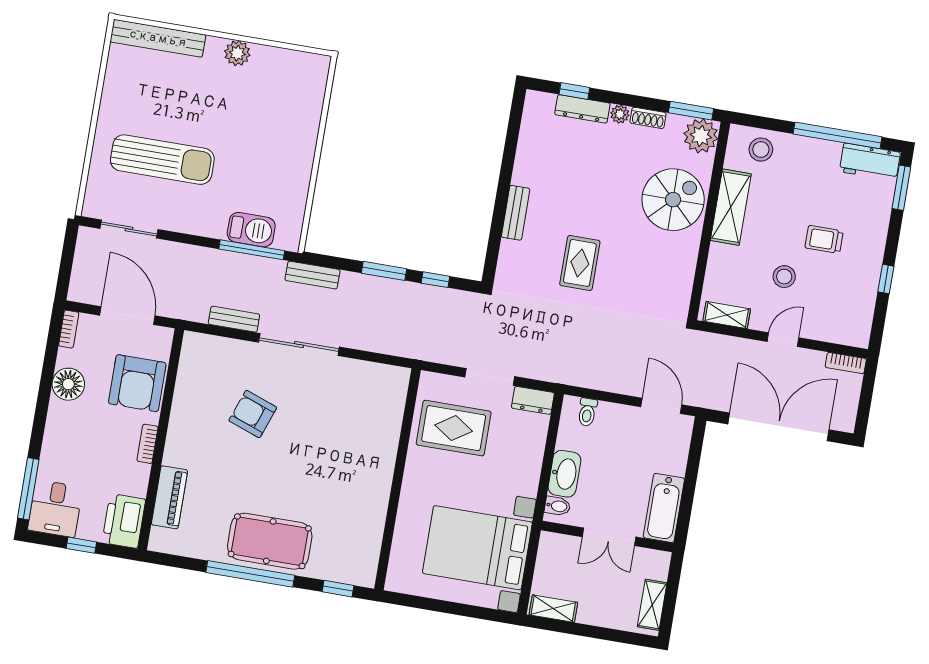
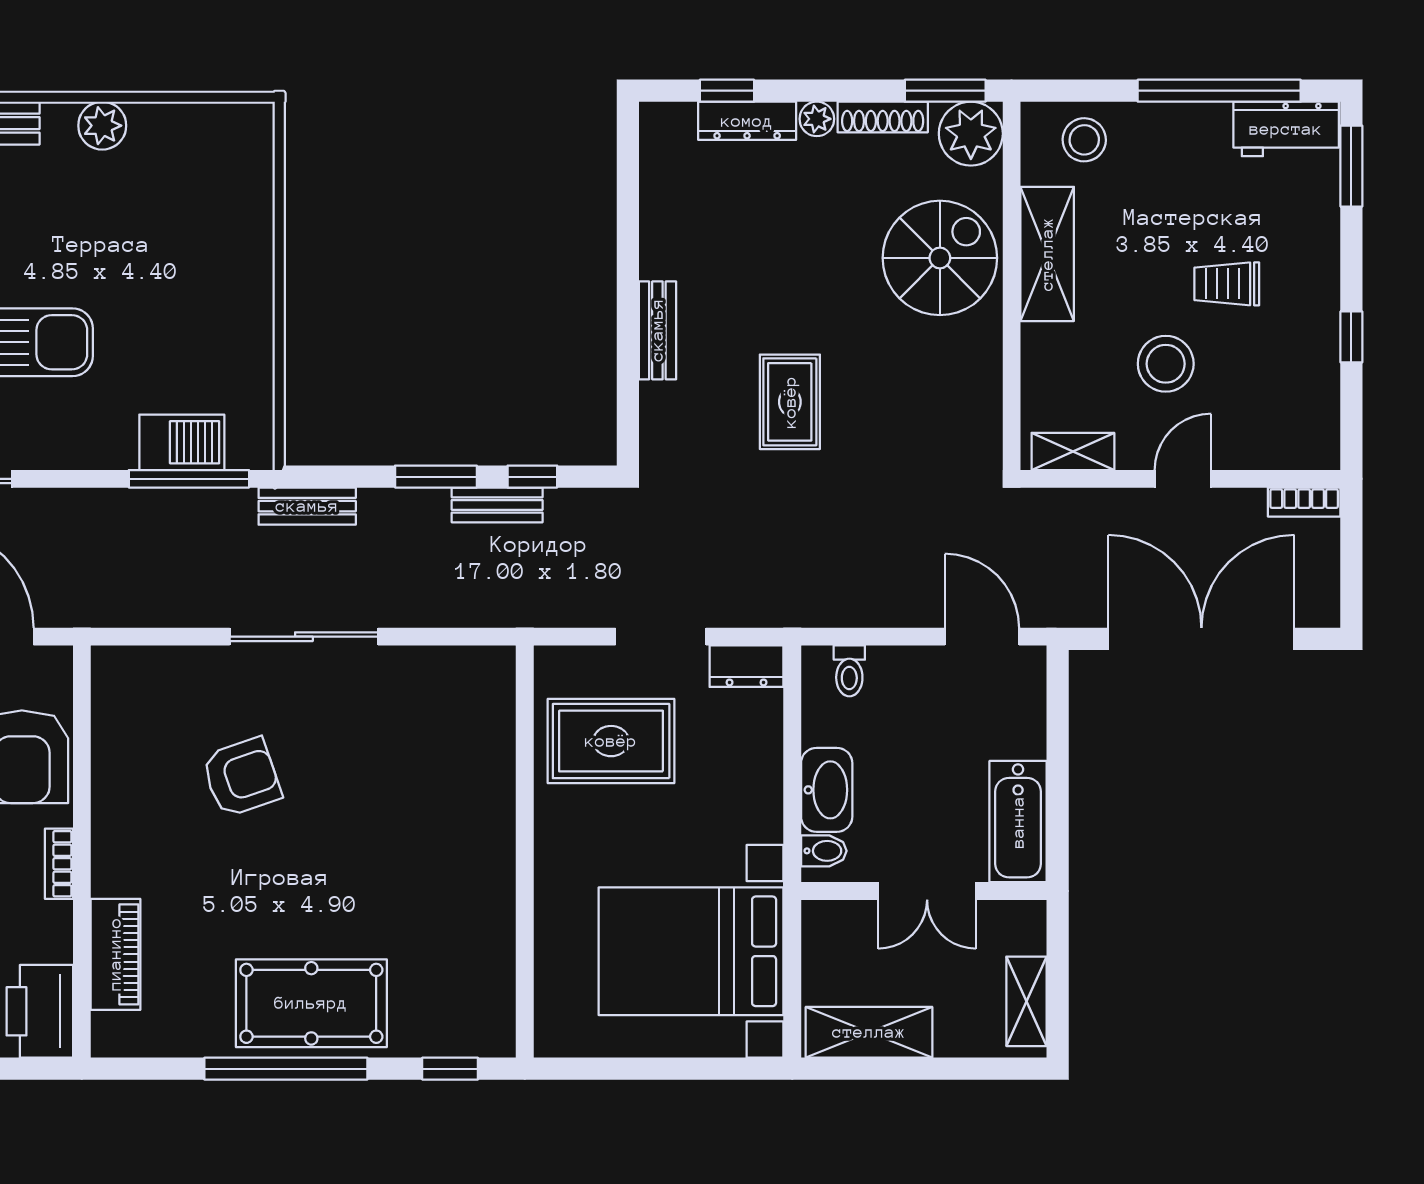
shoe rack: (648, 118) -> (883, 117), width x1.43
stool: (784, 277) -> (1166, 364), width x1.38, depth x1.38
bench: (234, 319) -> (497, 505), moved
armchair: (253, 414) -> (241, 777), turned 141
shelving: (553, 609) -> (869, 1032), width x1.50, depth x1.33

